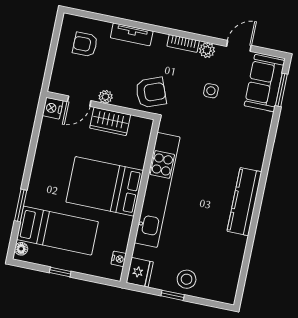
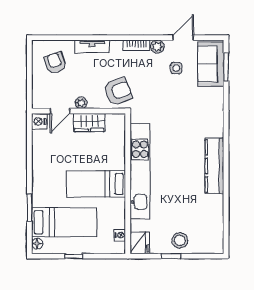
armchair: (85, 44) -> (55, 63), turned 71
side table: (211, 91) -> (176, 68), moved
bed: (105, 186) -> (96, 184), width x0.67

